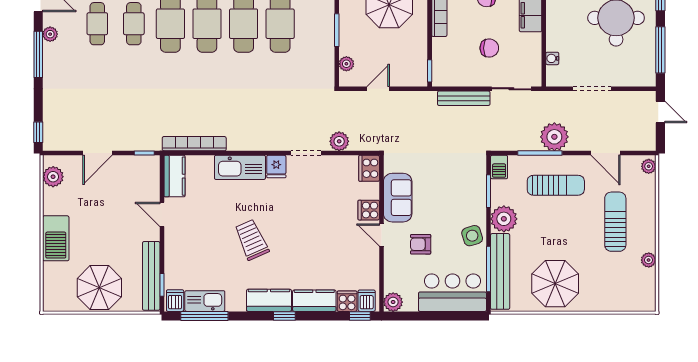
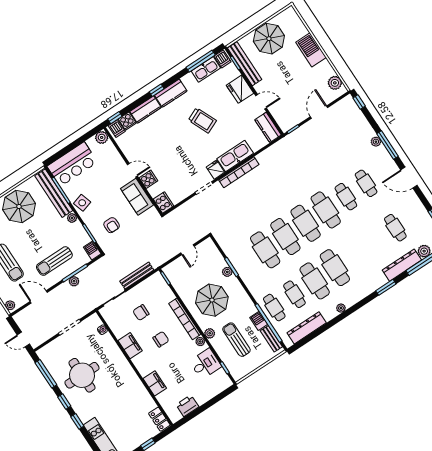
plant: (50, 34) -> (376, 142), moved
plant: (346, 64) -> (227, 272), moved
plant: (554, 137) -> (74, 281), width x0.53, depth x0.53
plant: (339, 141) -> (190, 206), removed
bookcase: (194, 144) -> (239, 172), moved
plant: (504, 219) -> (72, 218), width x0.53, depth x0.53
armchair: (421, 244) -> (112, 225), moved, turned 90
fridge: (178, 248) -> (240, 89), added

